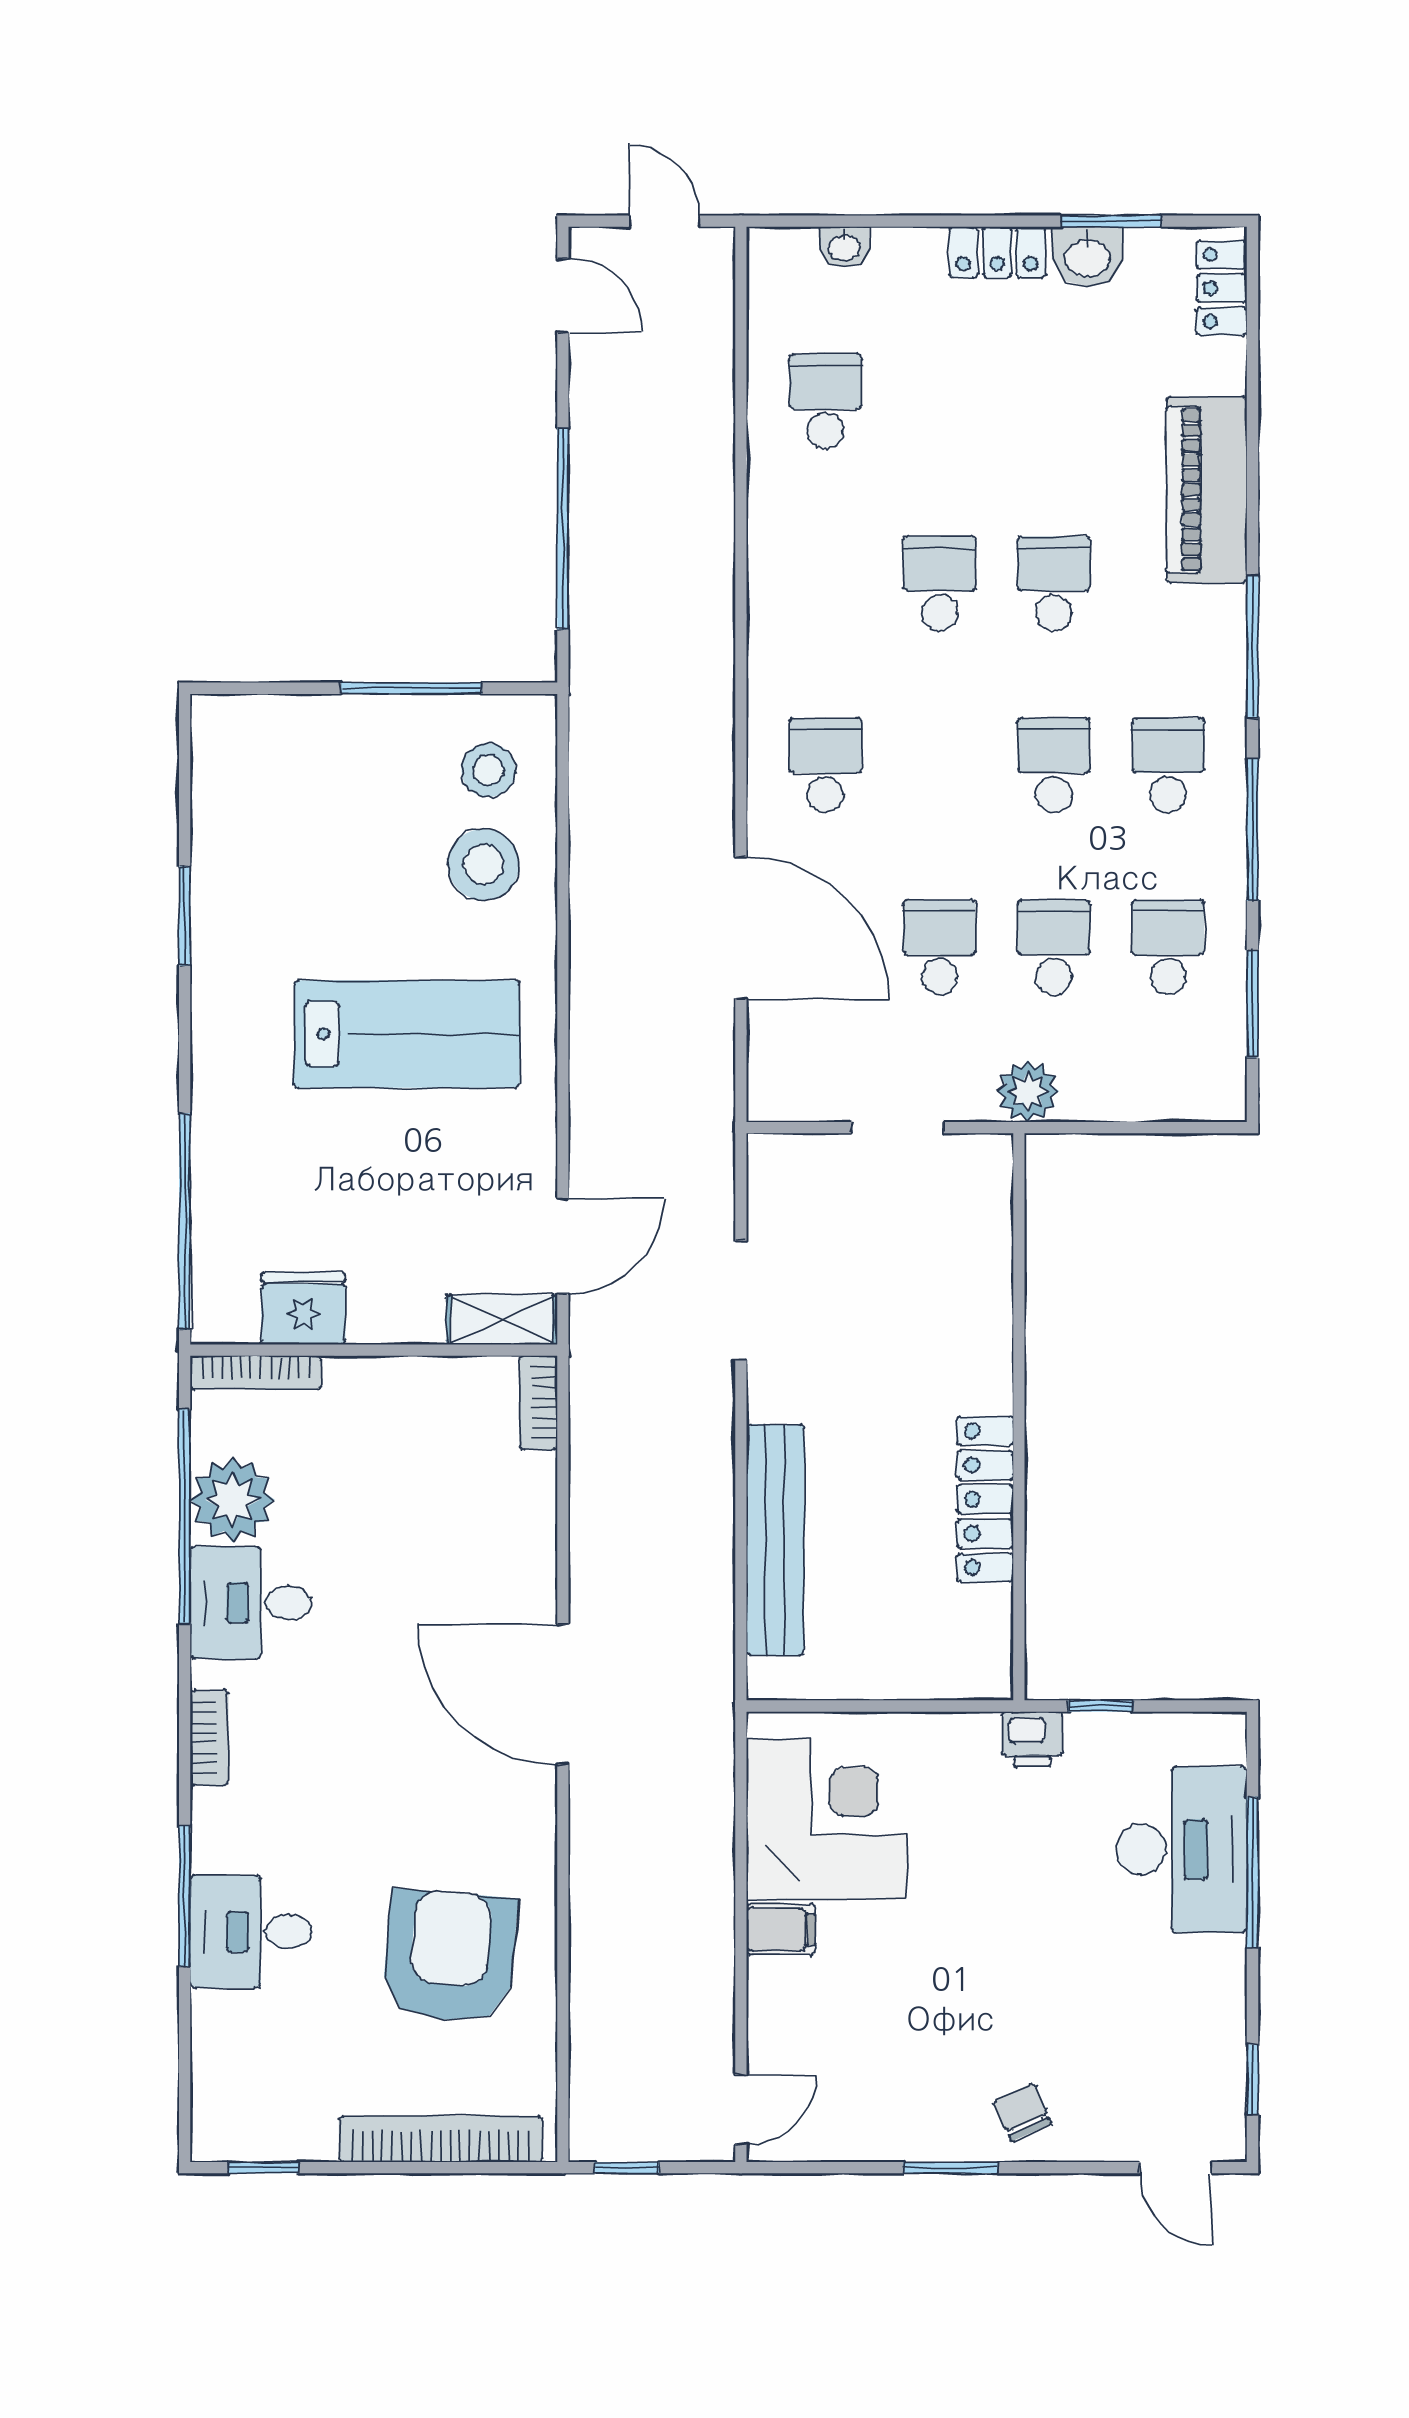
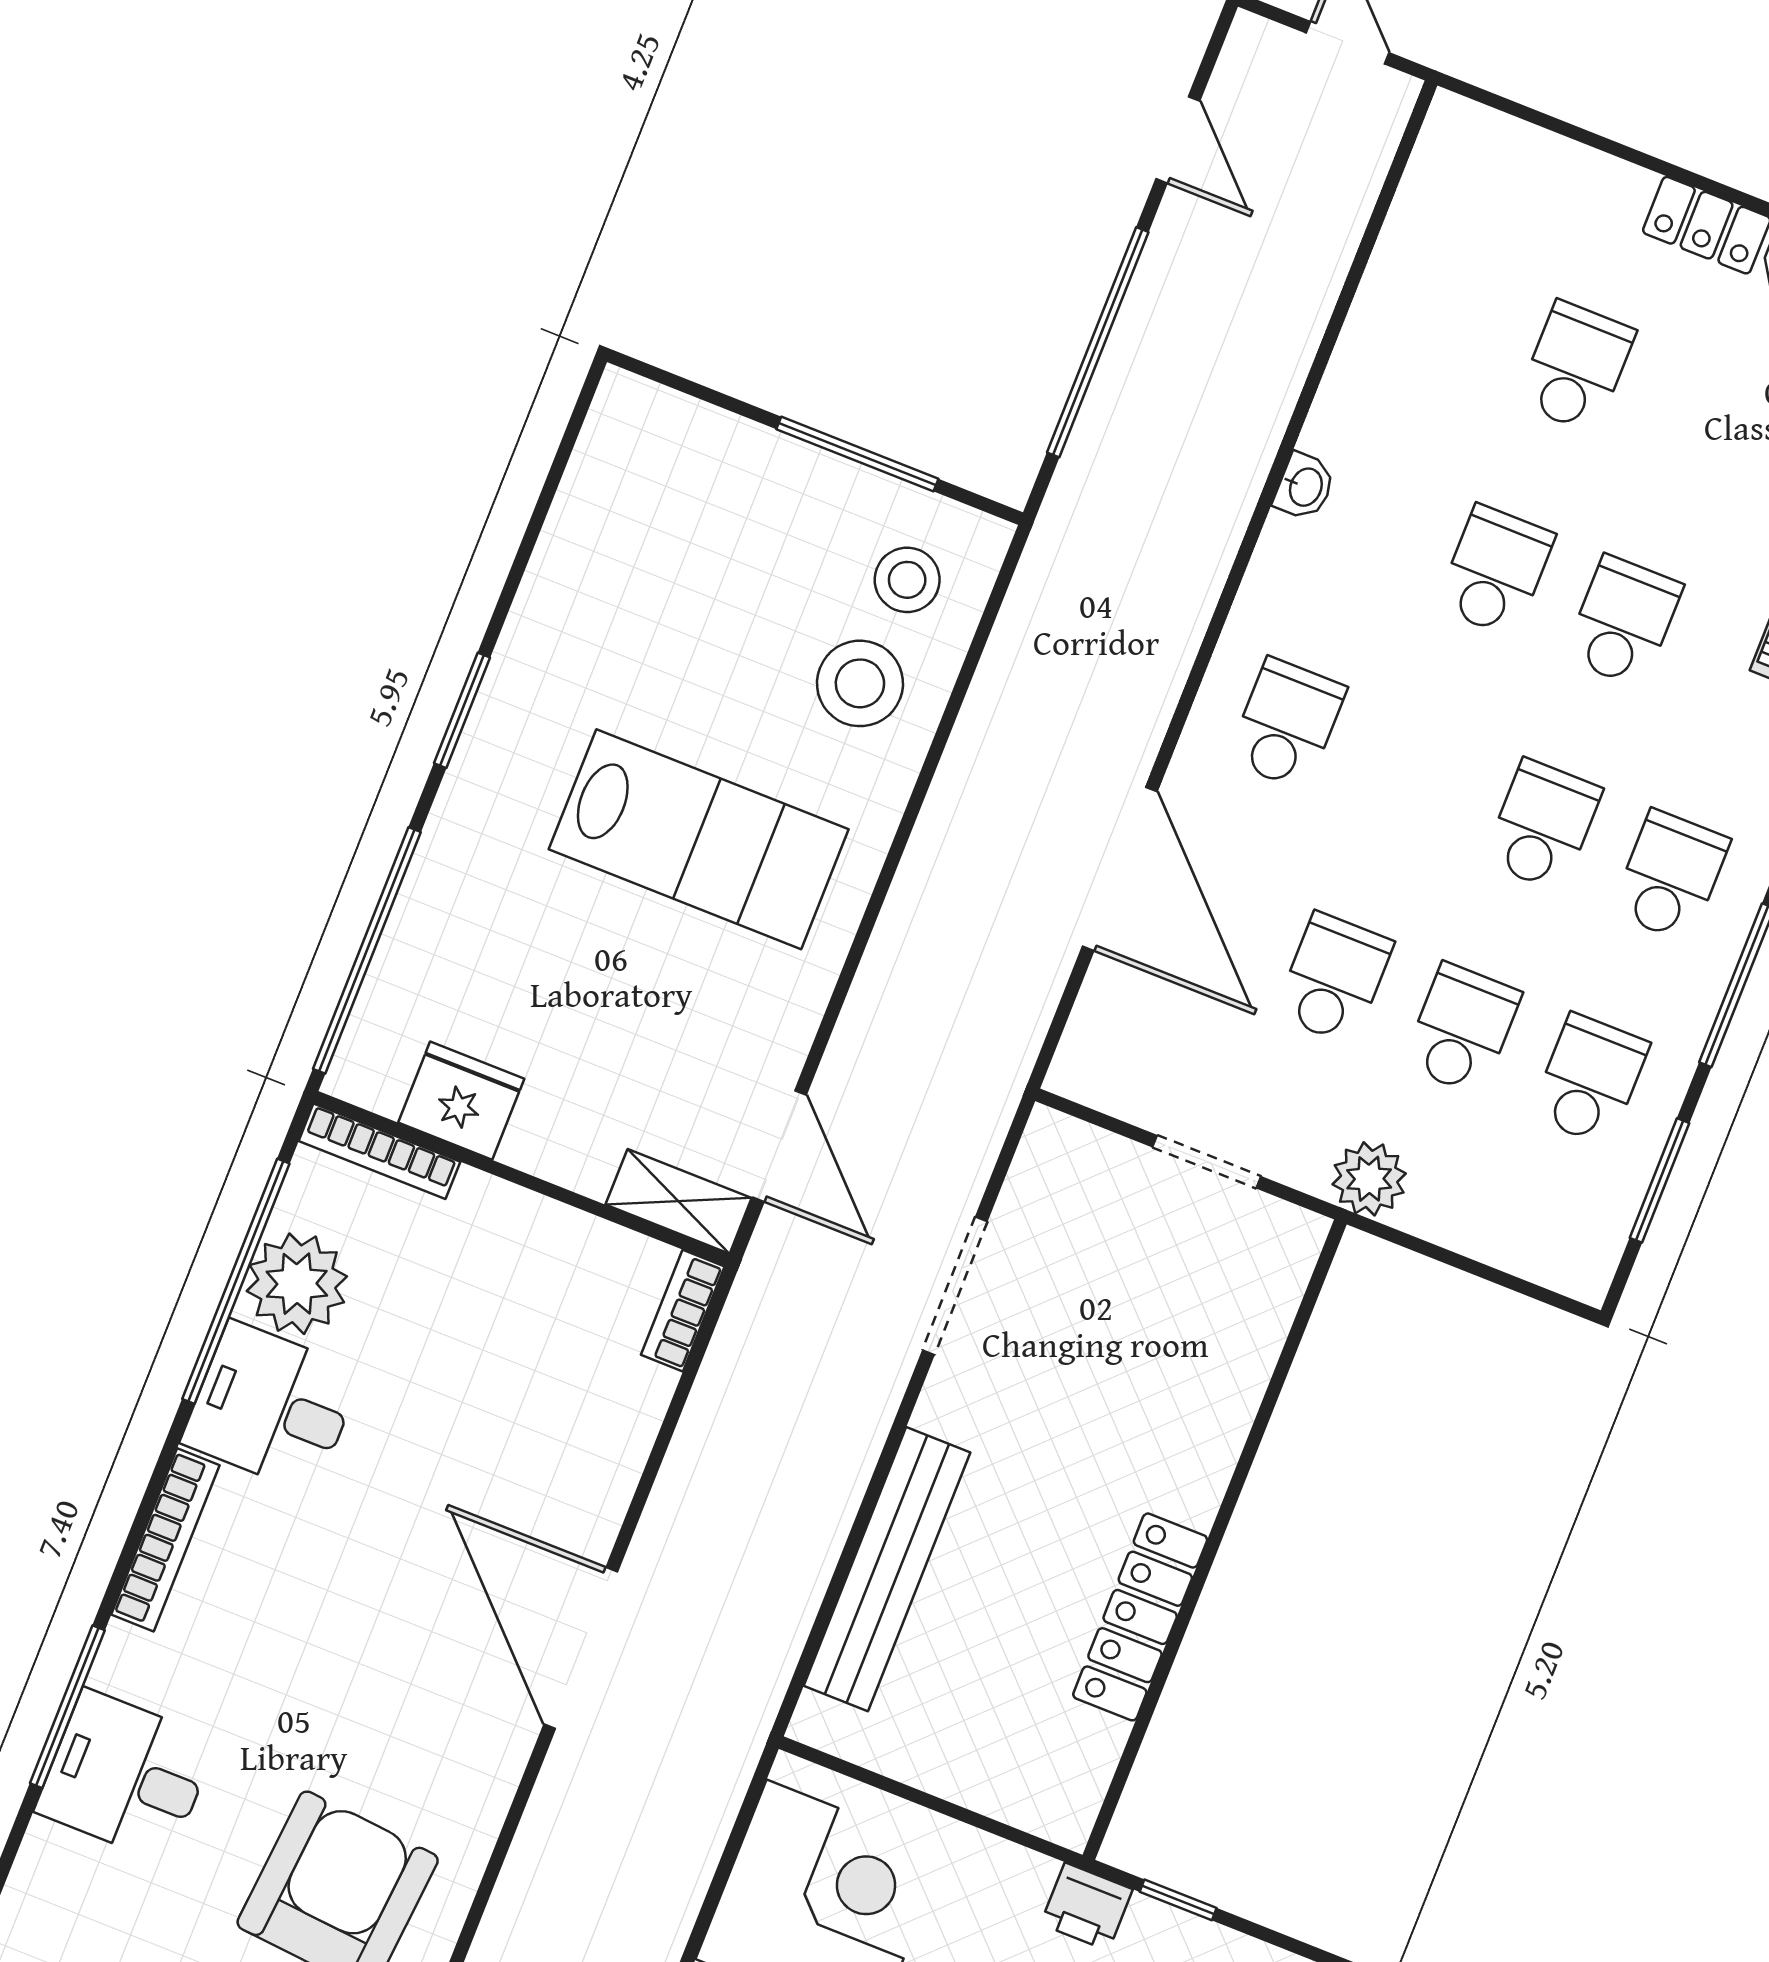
washbasin: (844, 247) -> (1305, 487), moved, turned -90
door: (563, 296) -> (1178, 140), moved
school desk: (825, 401) -> (1576, 367), moved
window: (185, 916) -> (462, 710), moved
door: (563, 1246) -> (779, 1146), hinge flipped
bookcase: (209, 1738) -> (165, 1540), width x1.56

